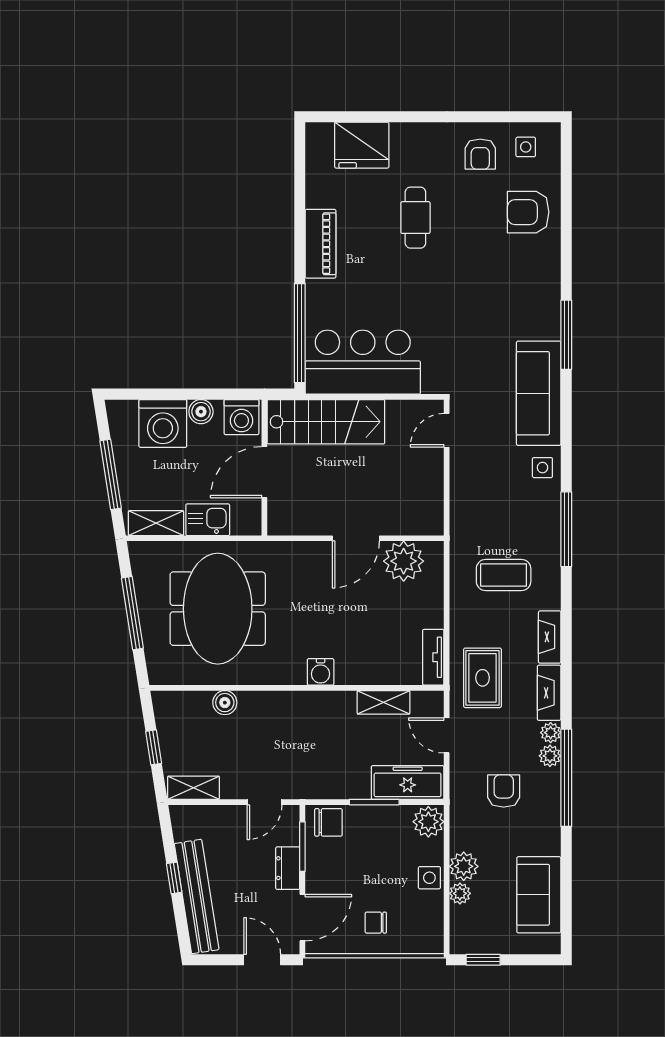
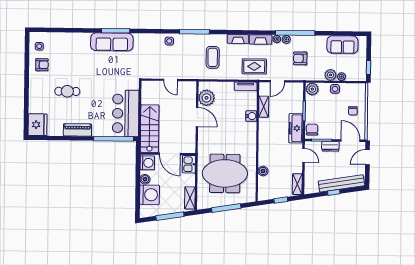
fridge: (362, 145) -> (38, 125), moved
armchair: (528, 212) -> (66, 46), removed
sofa: (539, 393) -> (112, 42), moved
door: (447, 430) -> (171, 80), moved
kitchen sink: (208, 520) -> (189, 164), moved
water cooler: (321, 672) -> (251, 116), moved
freezer: (408, 782) -> (296, 128), moved

